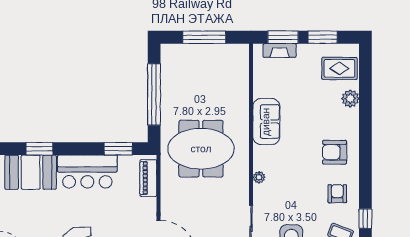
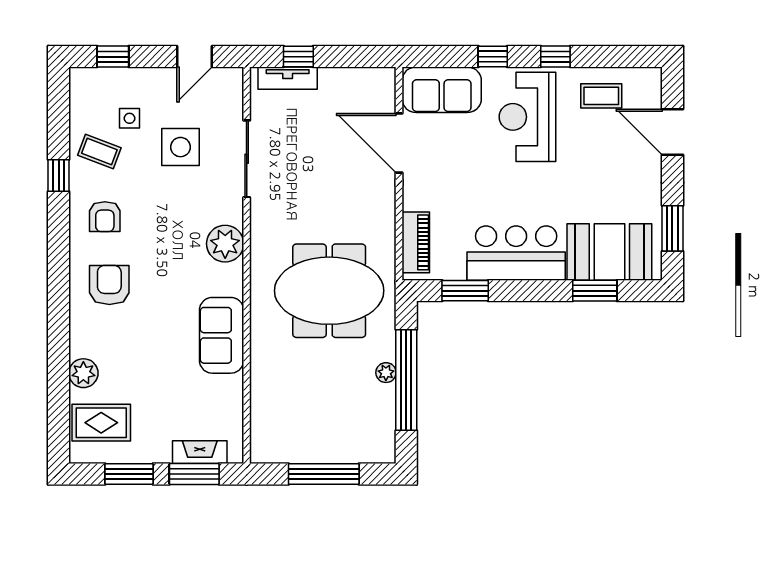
plant: (166, 99) -> (386, 373), added
armchair: (335, 152) -> (109, 285), turned -90
plant: (259, 177) -> (225, 244), width x1.87, depth x1.87

